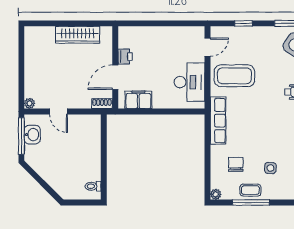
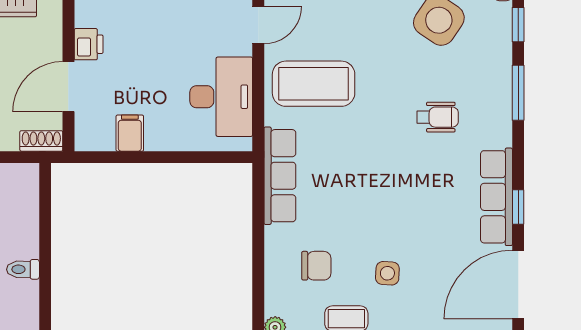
filing cabinet: (138, 100) -> (130, 133), width x0.50
chair: (236, 164) -> (316, 266), turned 90
toilet: (93, 186) -> (23, 269), moved

